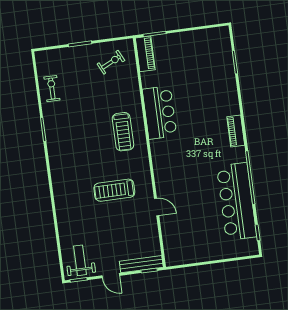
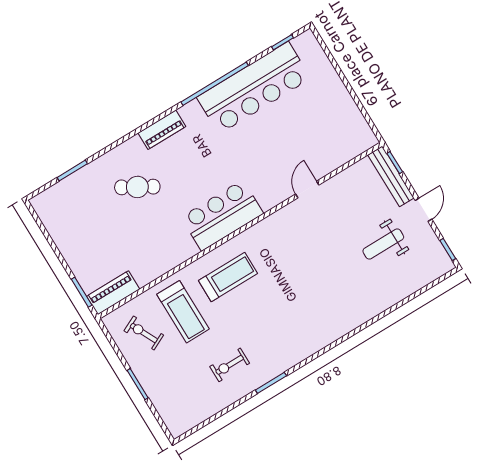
exercise bike: (52, 89) -> (230, 365), moved
cafe table: (206, 99) -> (137, 187), added
bar counter: (160, 112) -> (222, 215), moved
treadmill: (114, 190) -> (183, 312), moved
weight bench: (80, 260) -> (383, 244), moved

